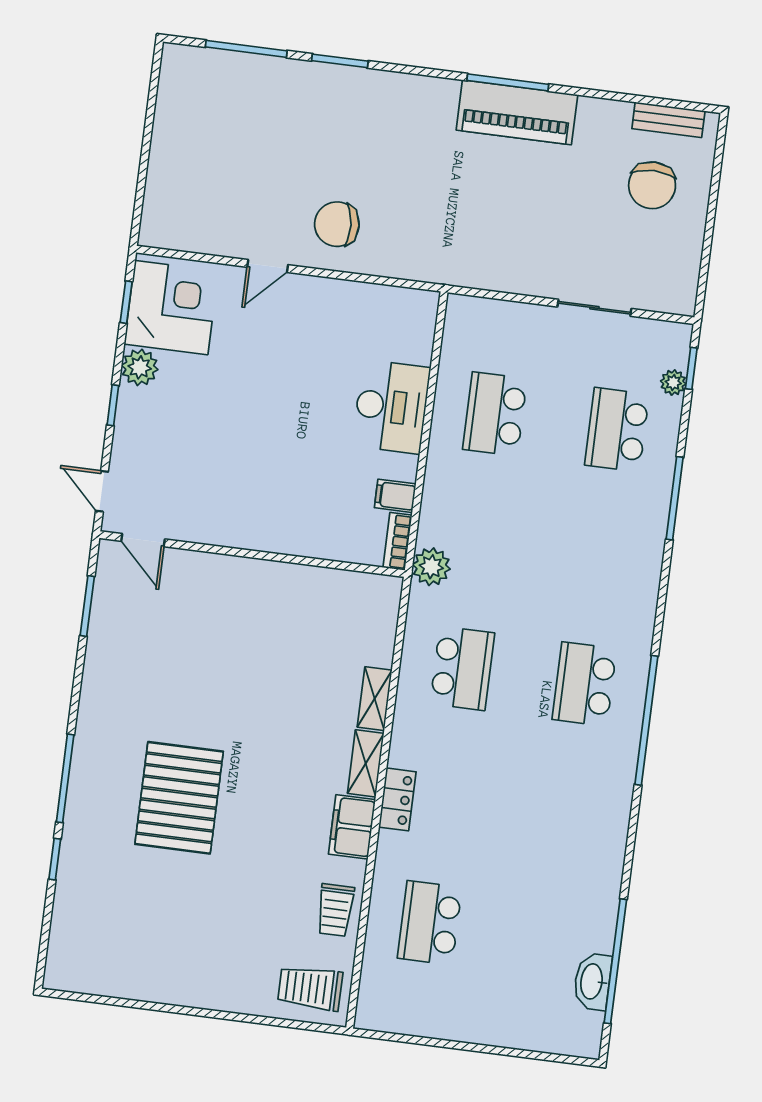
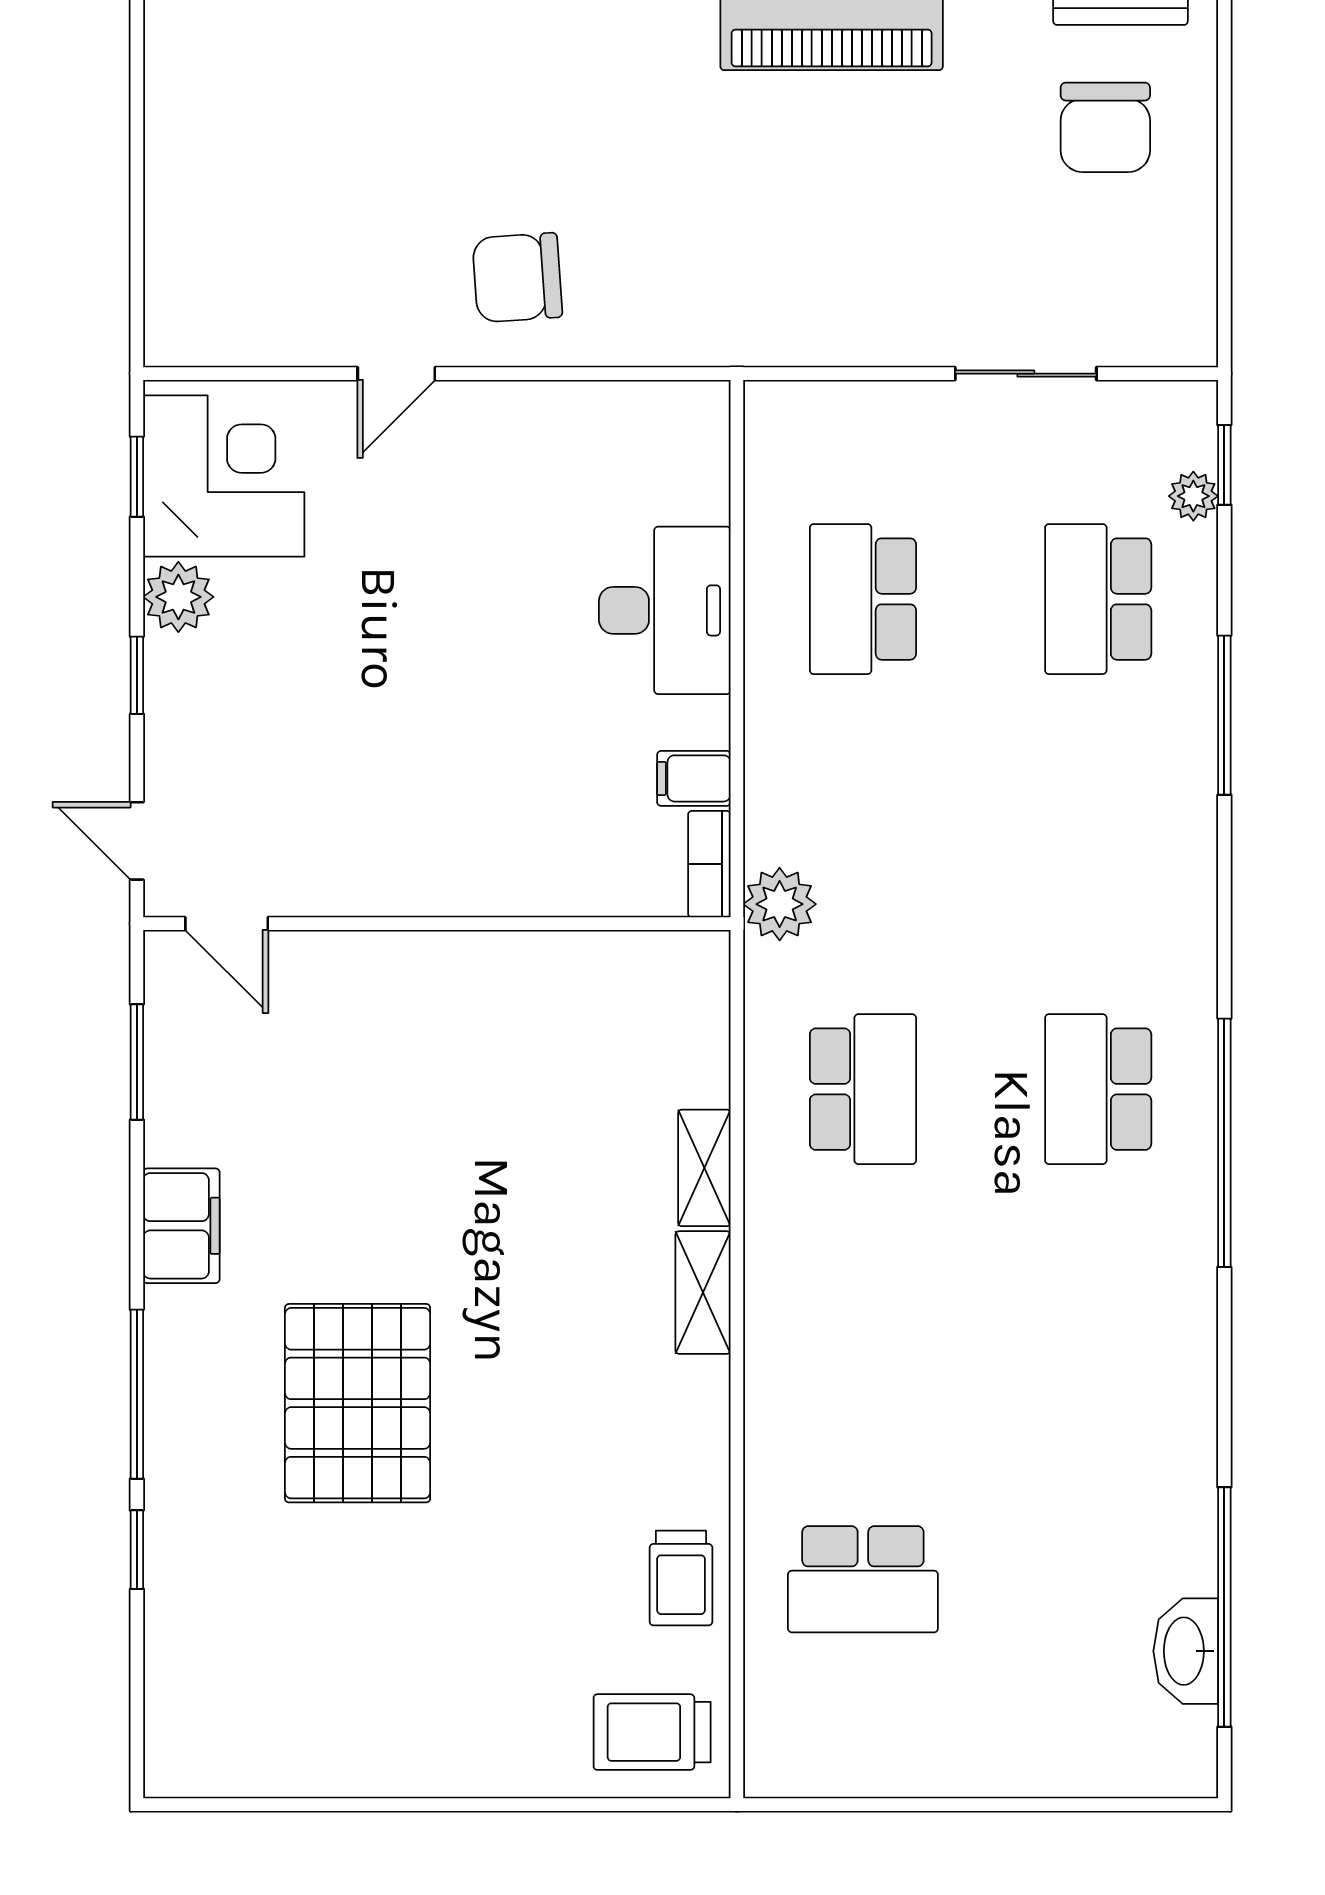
locker: (397, 799) -> (772, 1353), removed
filing cabinet: (352, 827) -> (181, 1226), moved, turned 180
school desk: (430, 923) -> (863, 1579), turned -90

